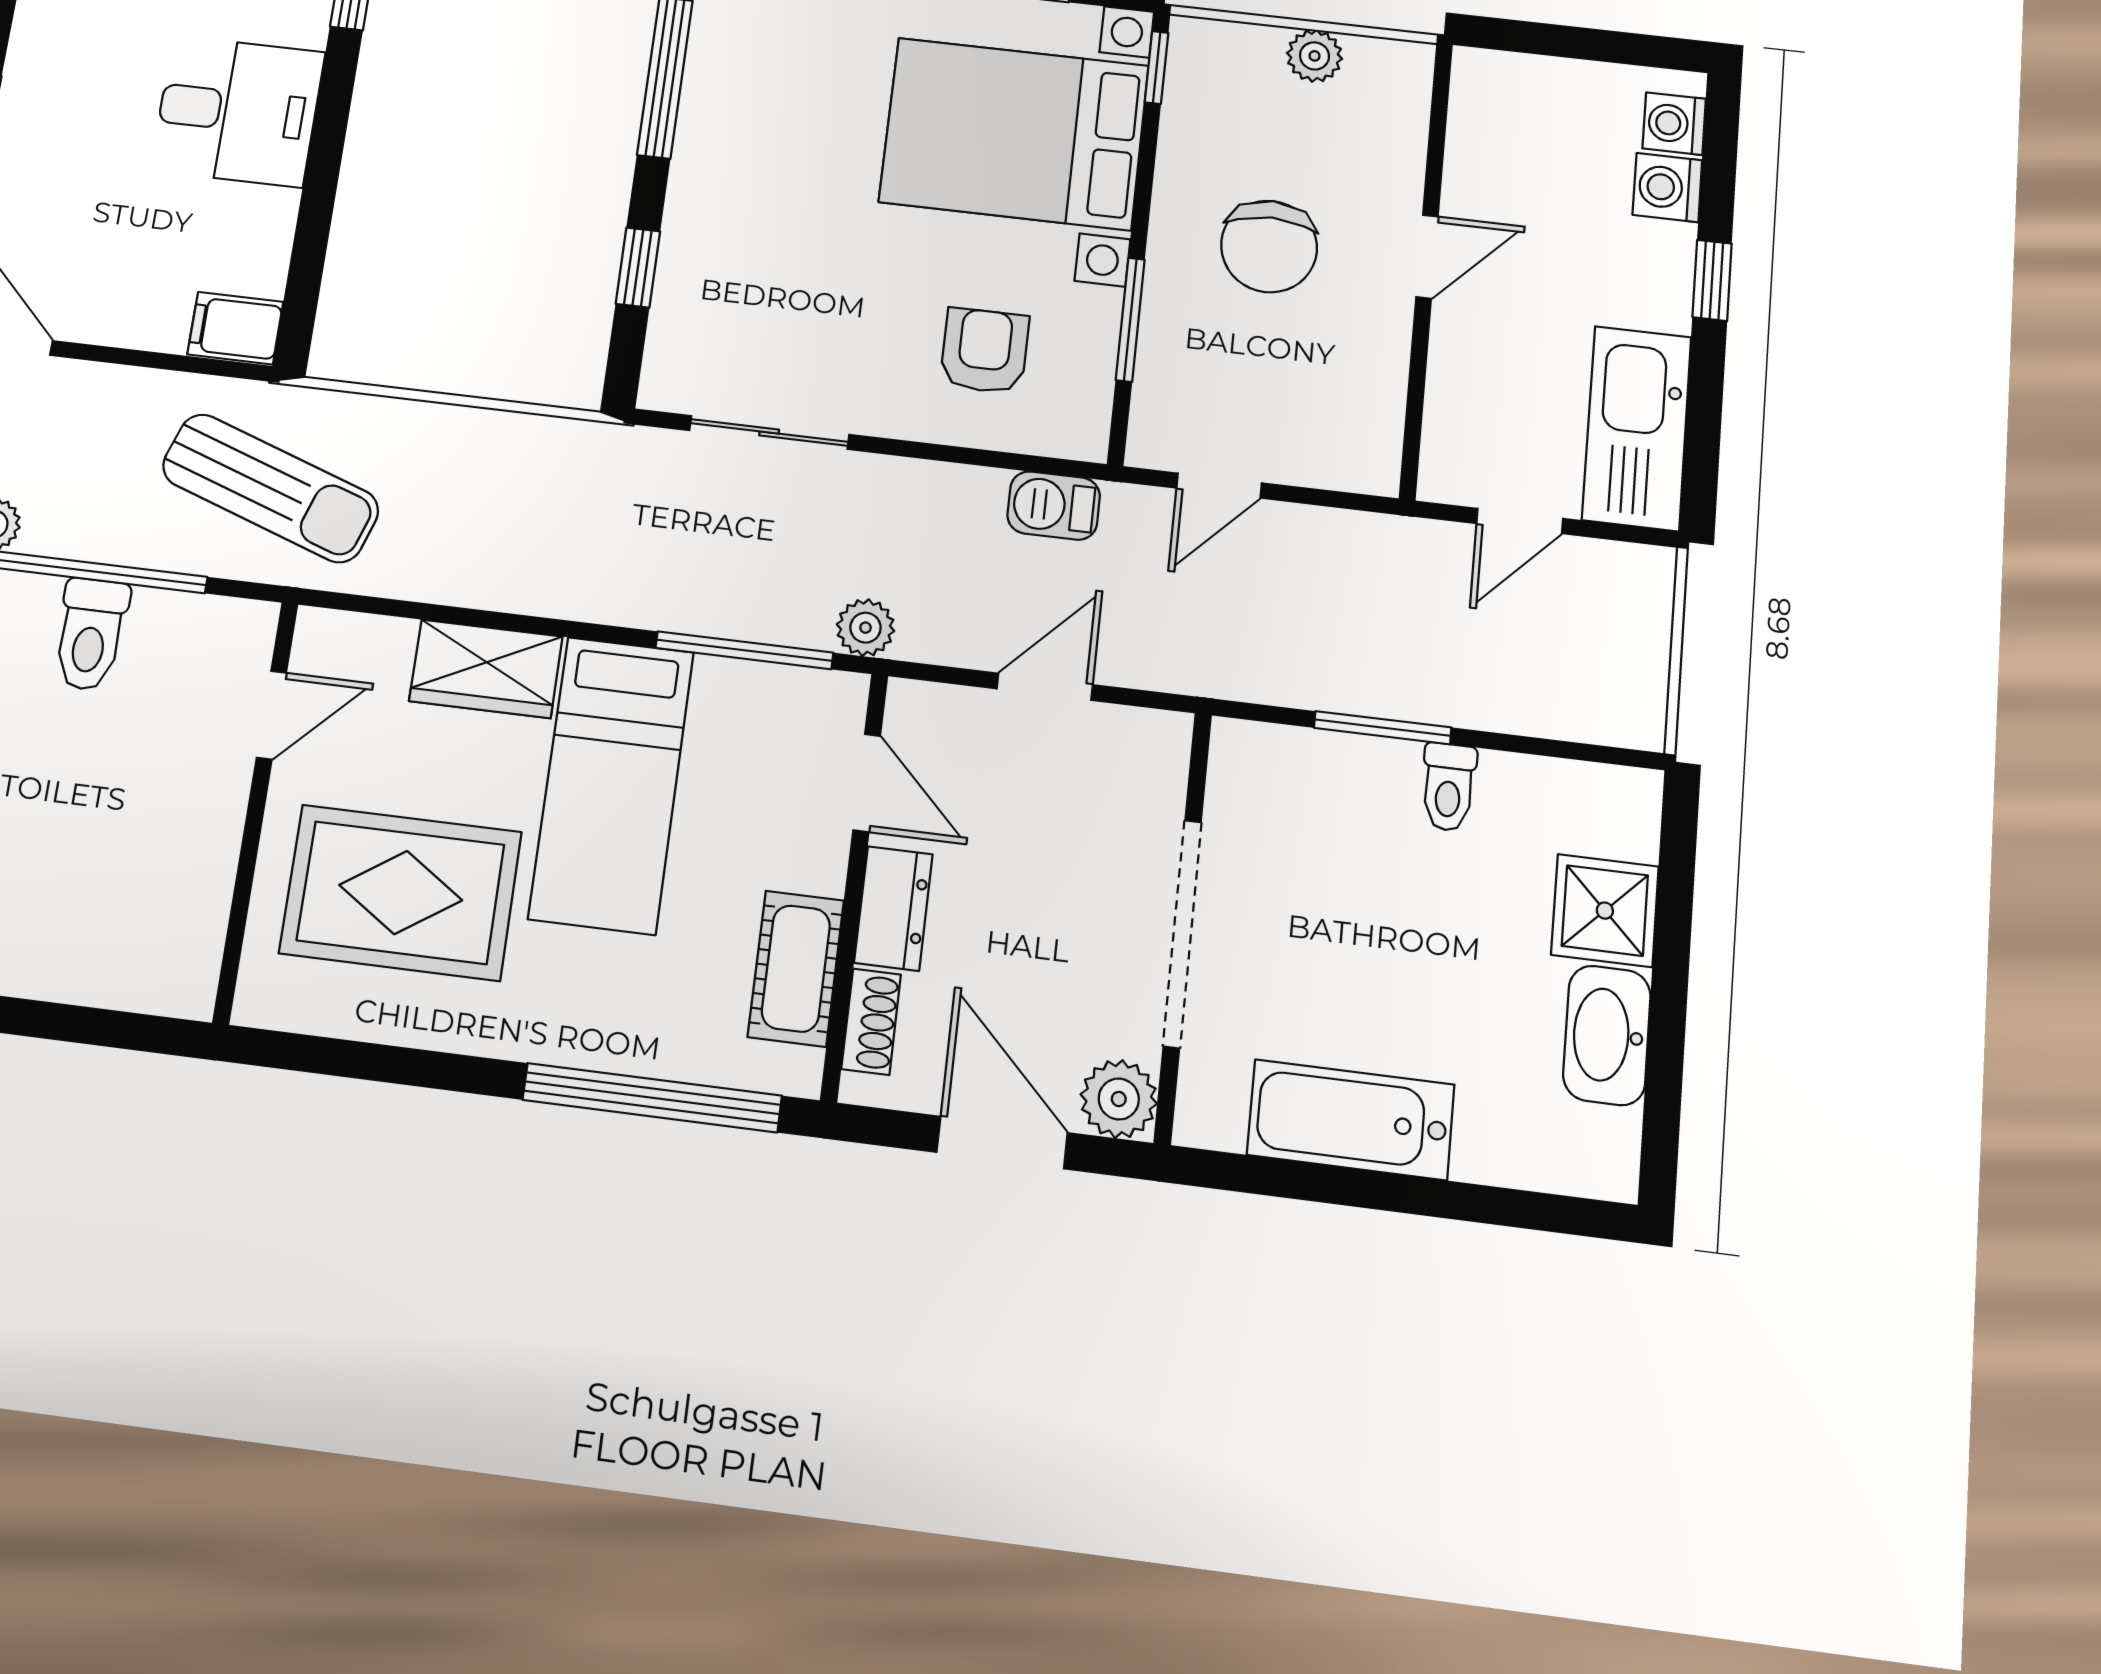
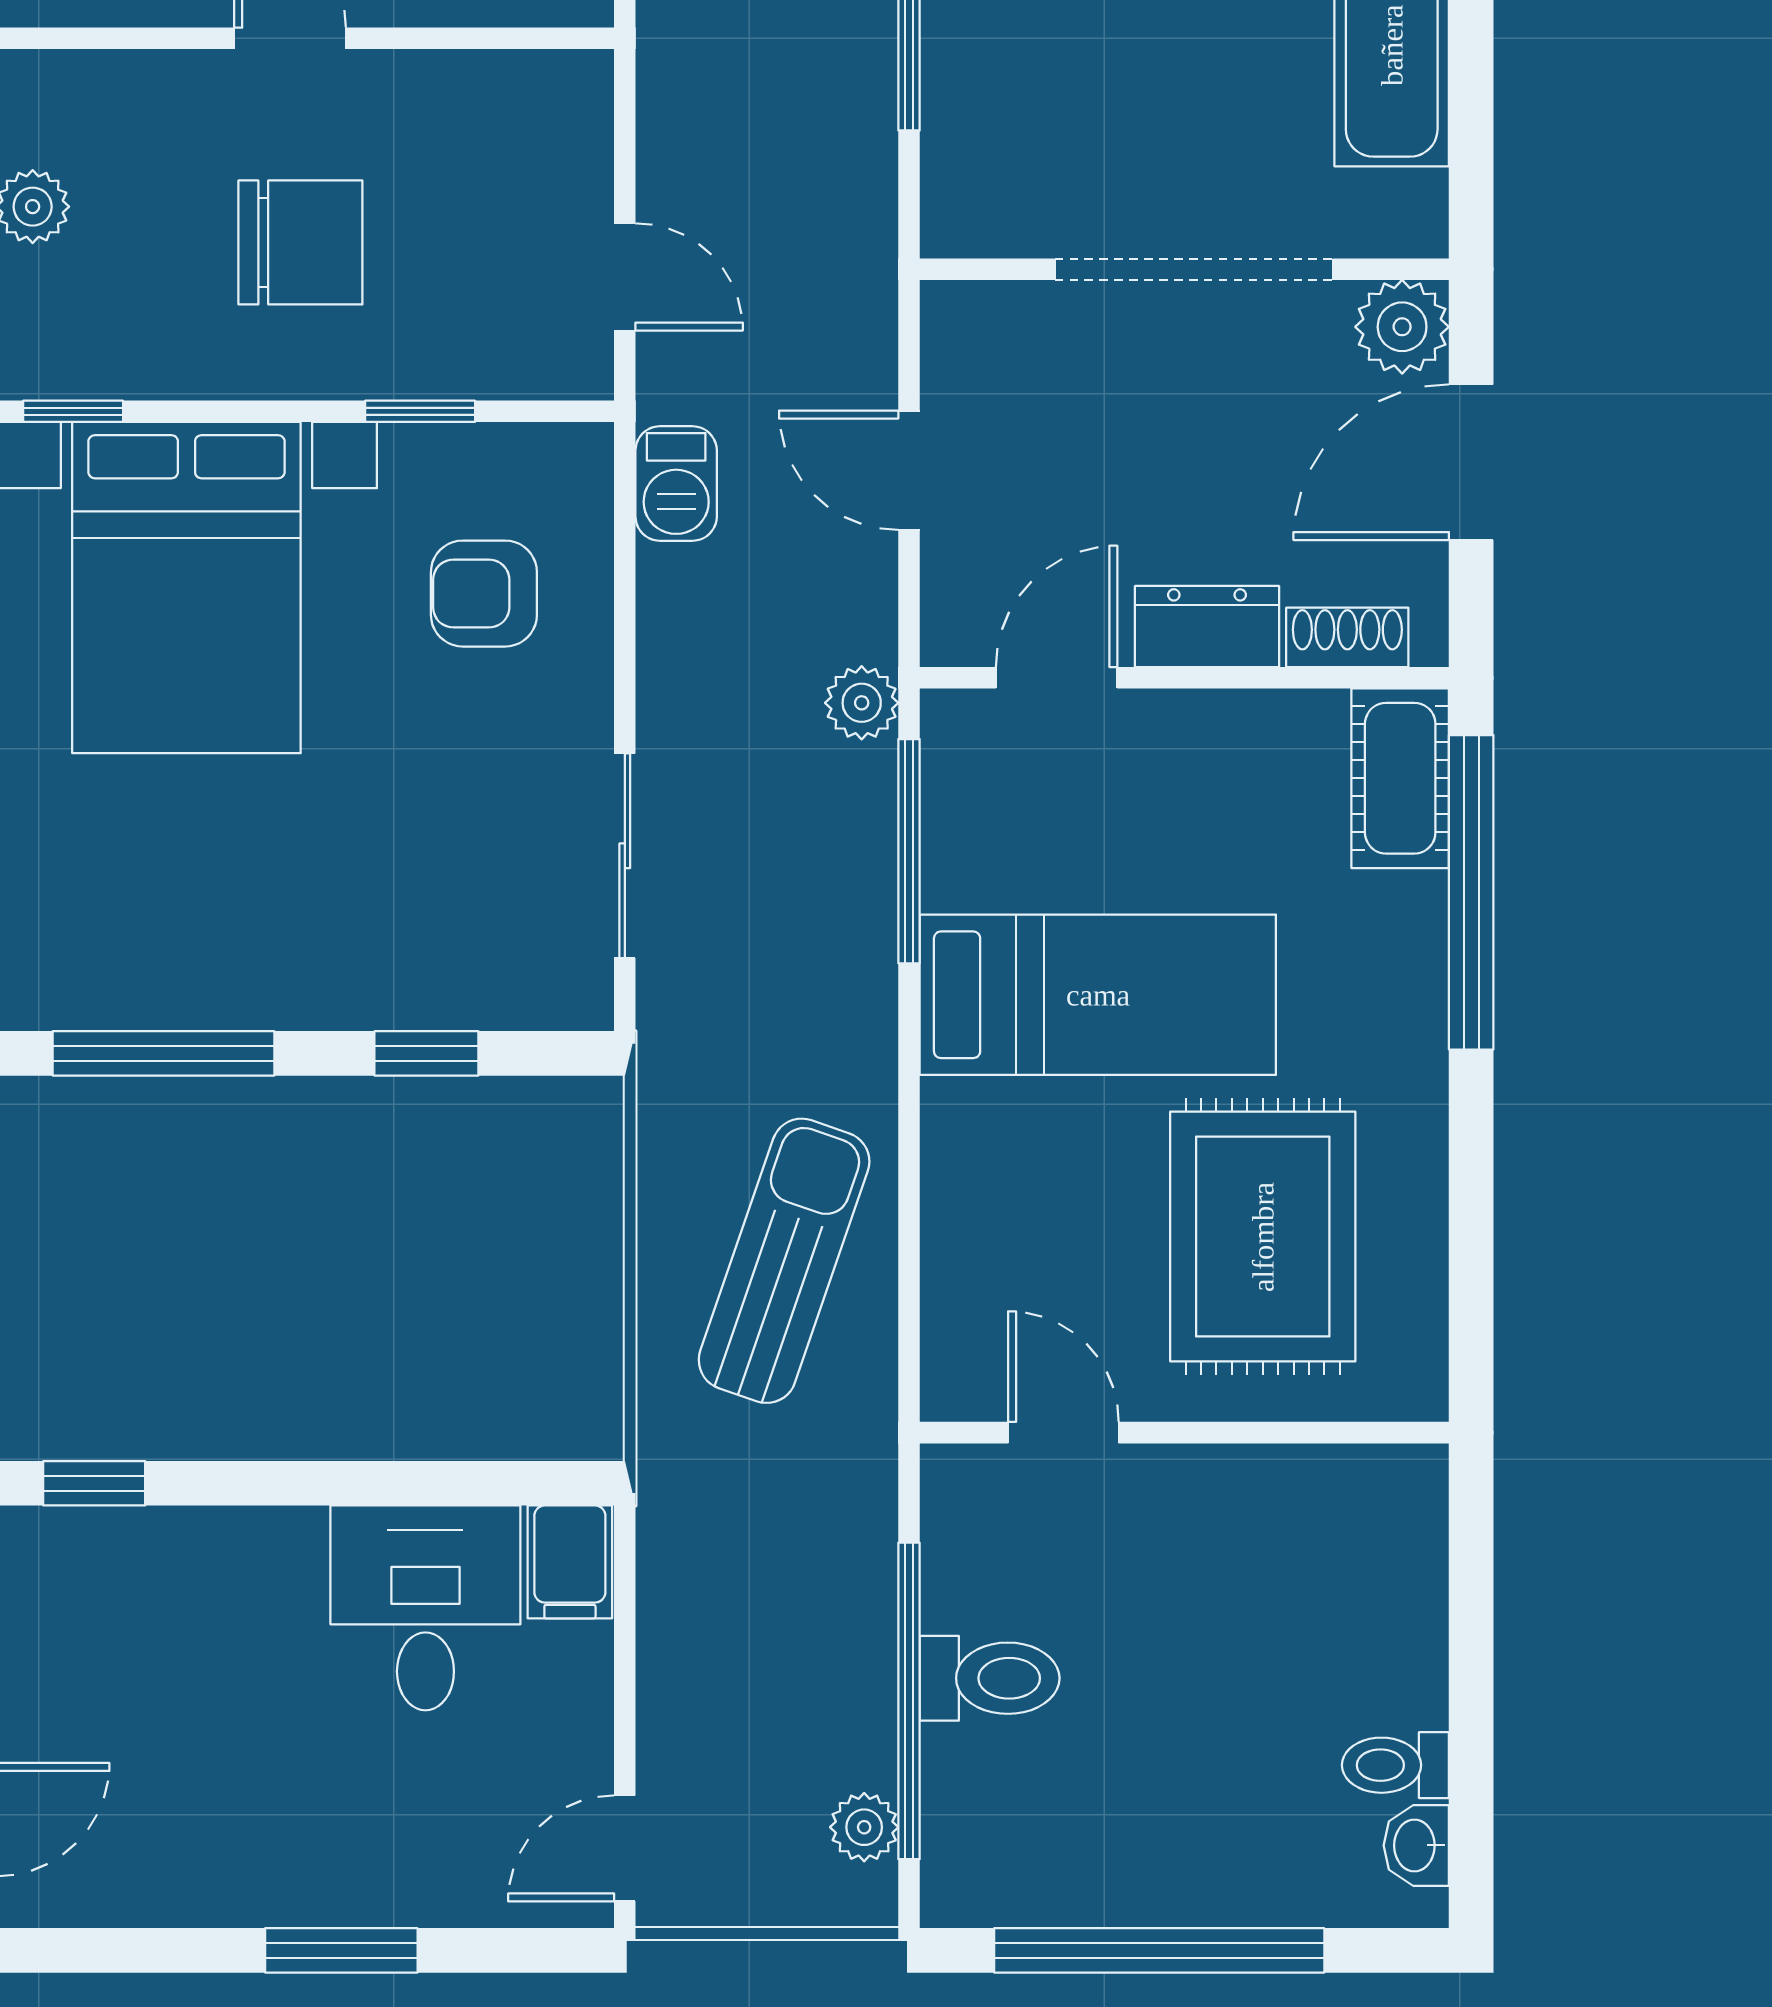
desk: (238, 111) -> (425, 1608), moved
window: (1130, 320) -> (420, 411), width x0.67
sun lounger: (270, 488) -> (784, 1261), moved
wardrobe: (486, 669) -> (972, 1172), removed
cot: (796, 969) -> (1400, 778), moved, turned 90

